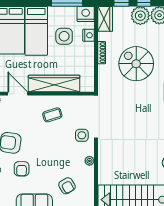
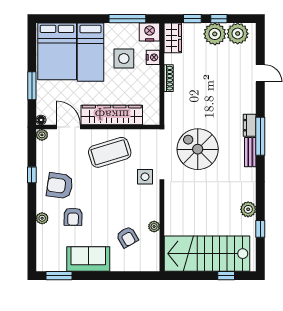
spiral stairs: (136, 64) -> (198, 149), moved
coffee table: (52, 115) -> (110, 152), width x1.86, depth x1.72
plant: (89, 161) -> (154, 226), moved

